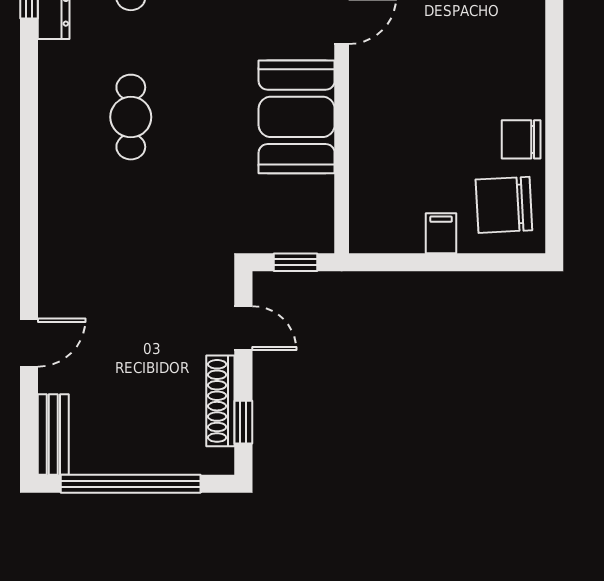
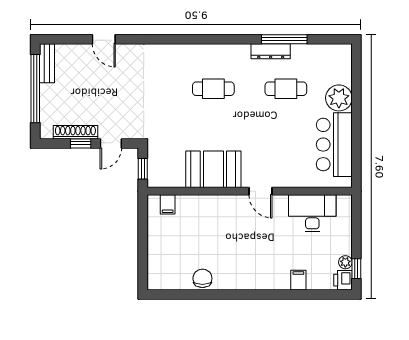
chair: (504, 205) -> (171, 270), removed
filing cabinet: (441, 233) -> (168, 204), moved, turned 90
window: (243, 422) -> (81, 143), moved
bench: (53, 434) -> (47, 63), moved, turned 90

